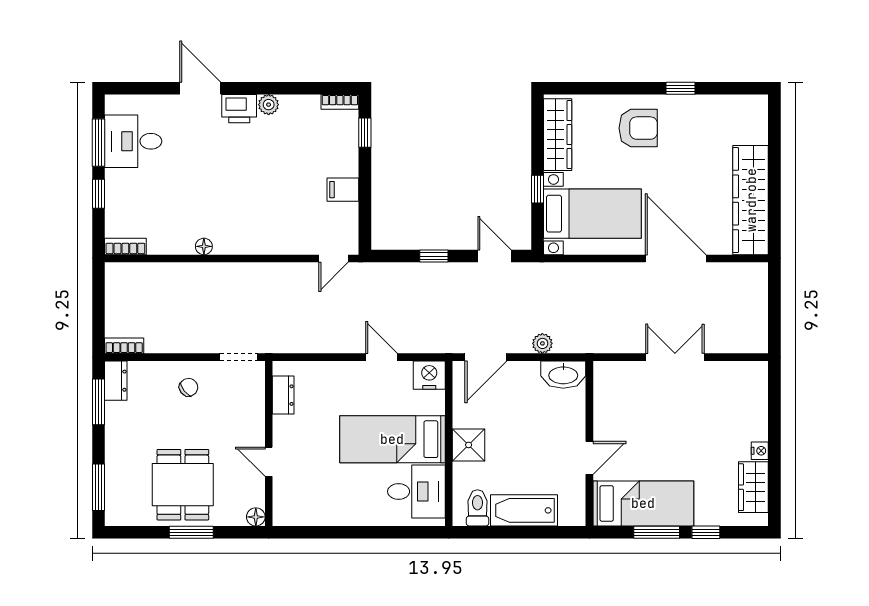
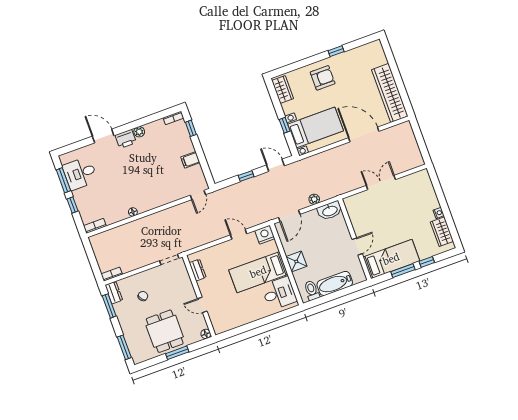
wardrobe: (558, 135) -> (283, 89), width x0.67
chair: (189, 387) -> (143, 296), moved

